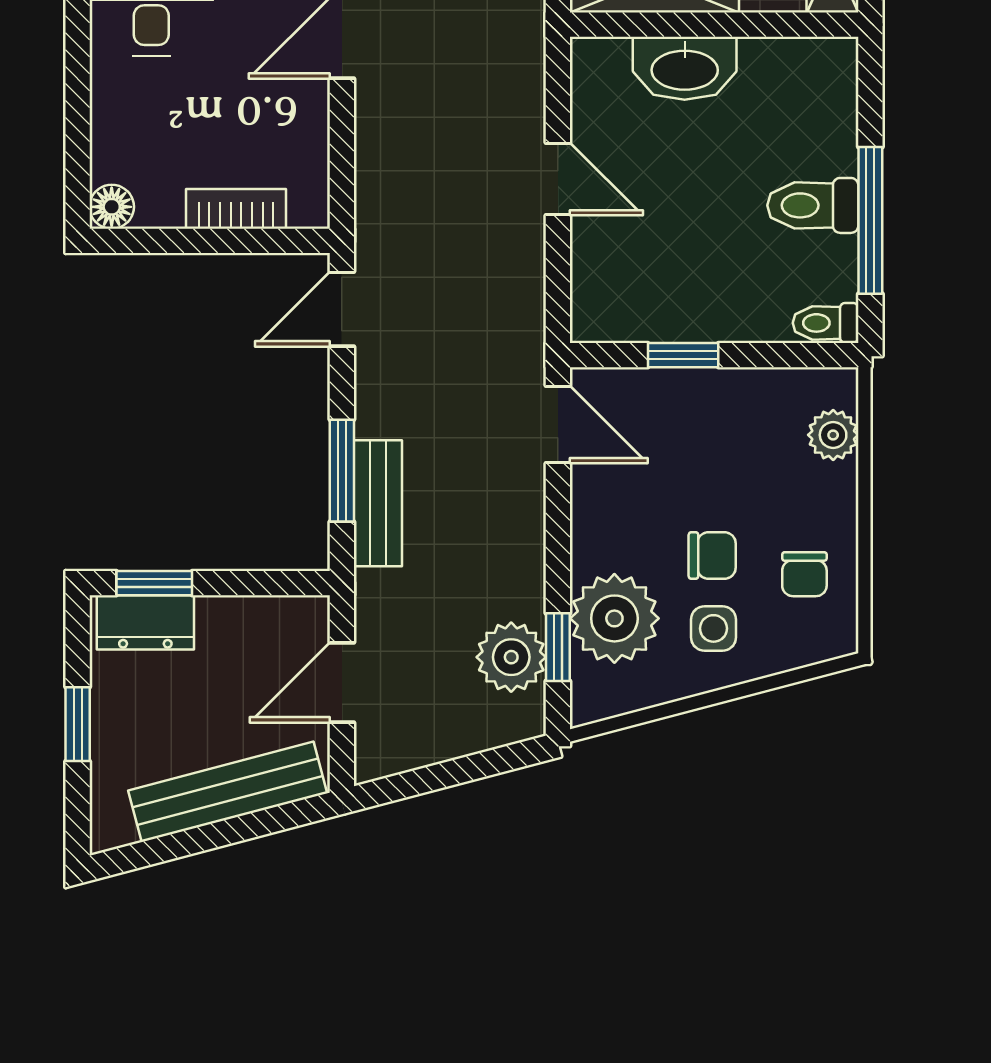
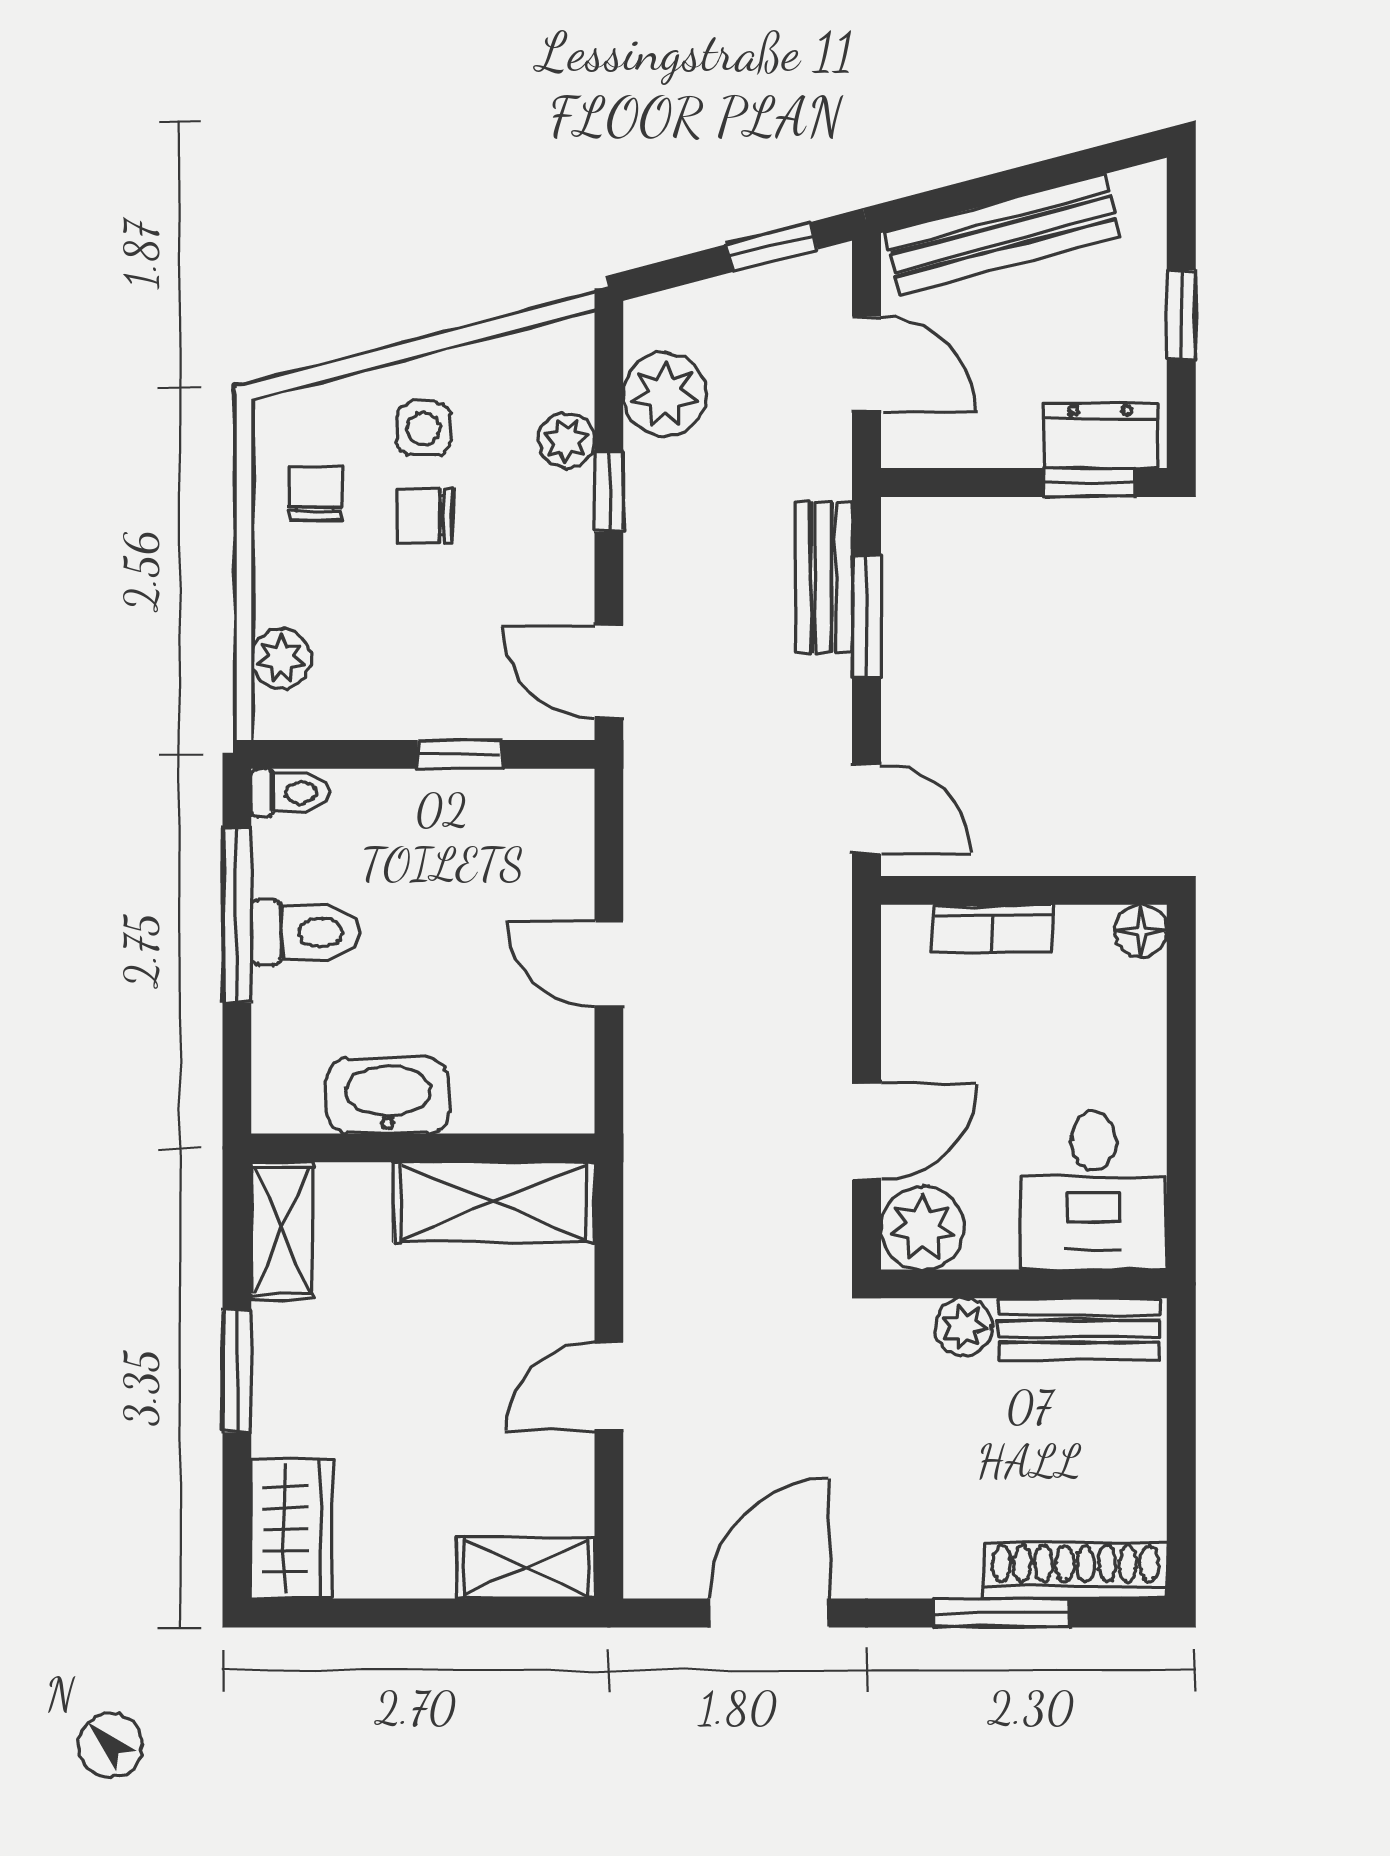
washbasin: (685, 68) -> (388, 1096), moved
door: (342, 309) -> (866, 809), hinge flipped
plant: (614, 618) -> (566, 441), width x0.53, depth x0.53
window: (558, 647) -> (609, 491), moved
door: (342, 683) -> (866, 364), hinge flipped
window: (421, 781) -> (772, 247), added

